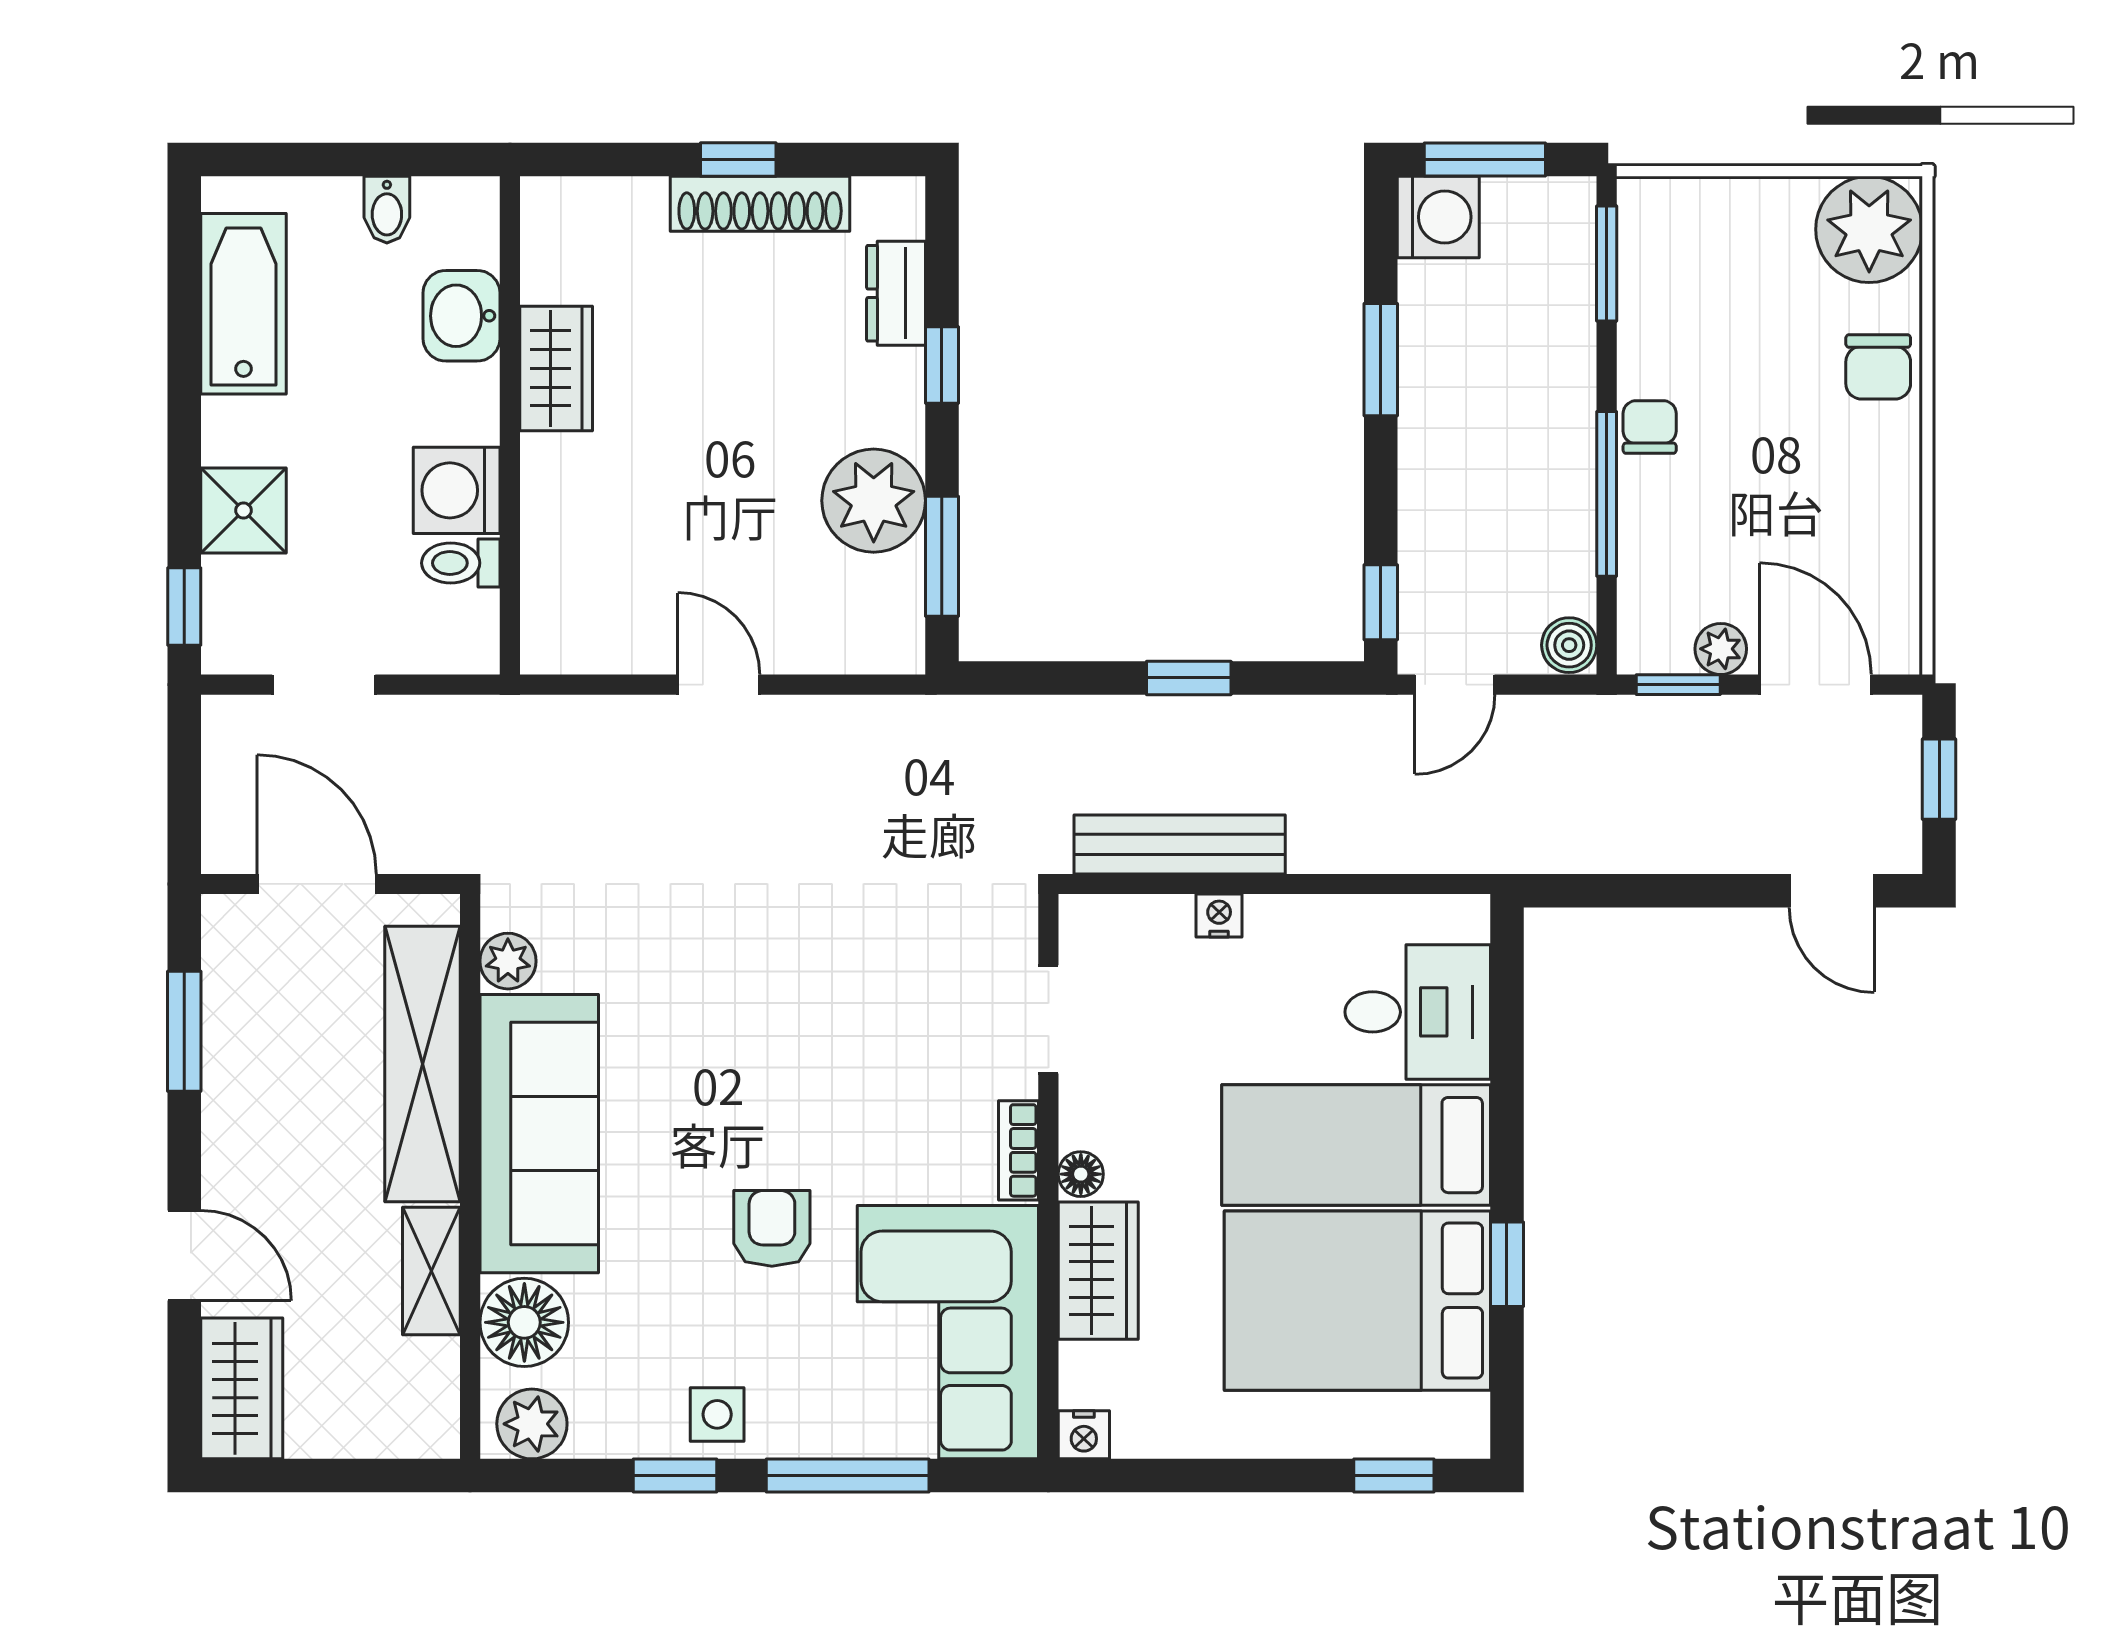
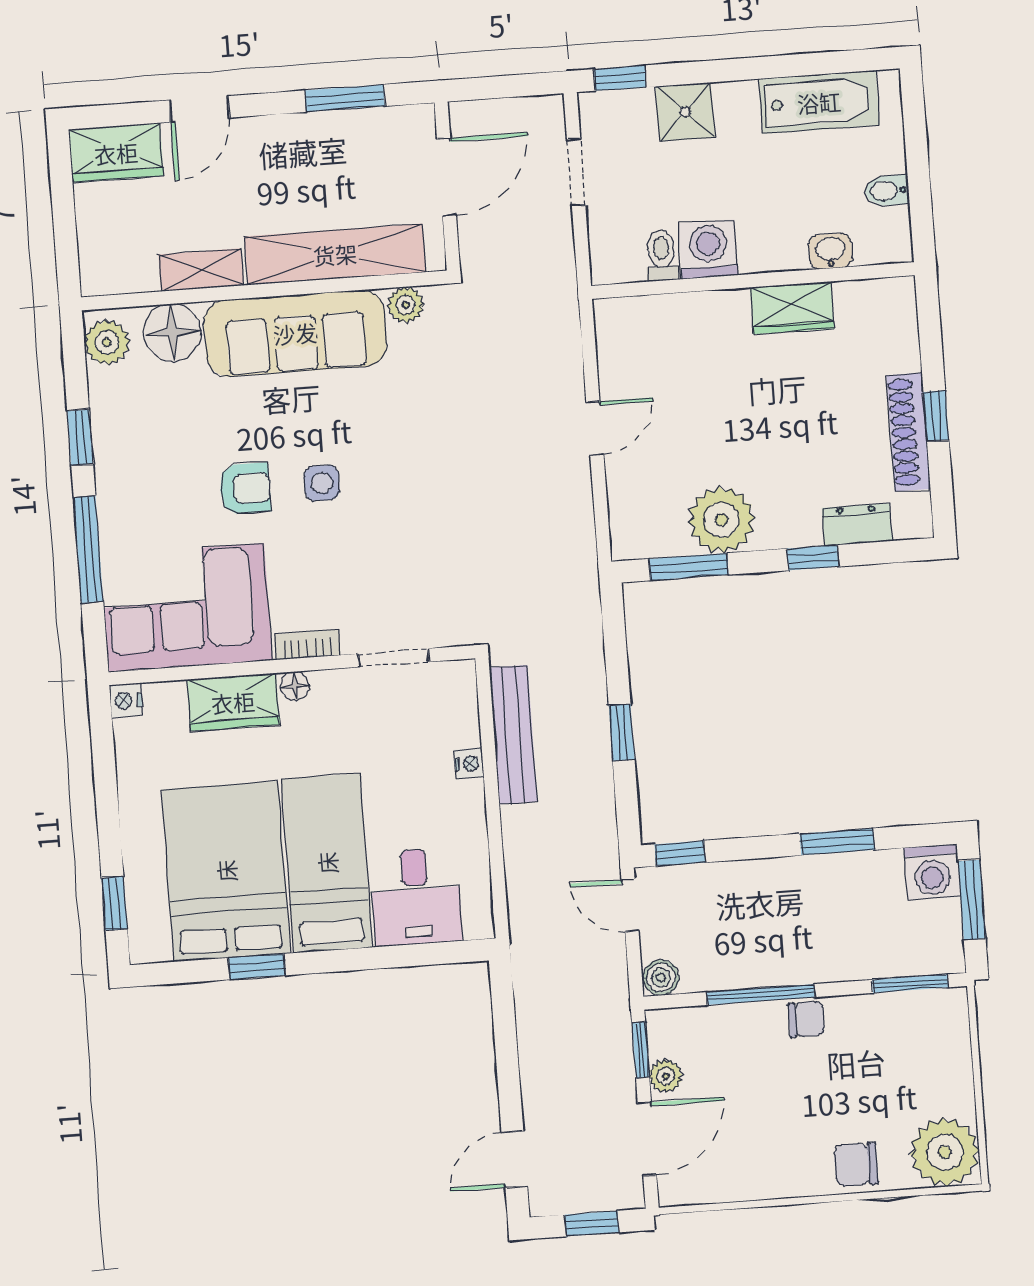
washbasin: (461, 316) -> (830, 251), width x0.72, depth x0.69
side table: (717, 1414) -> (322, 483), moved

